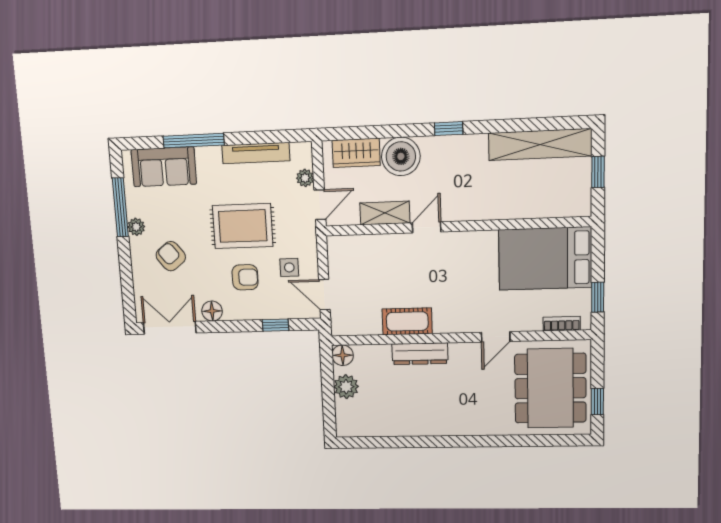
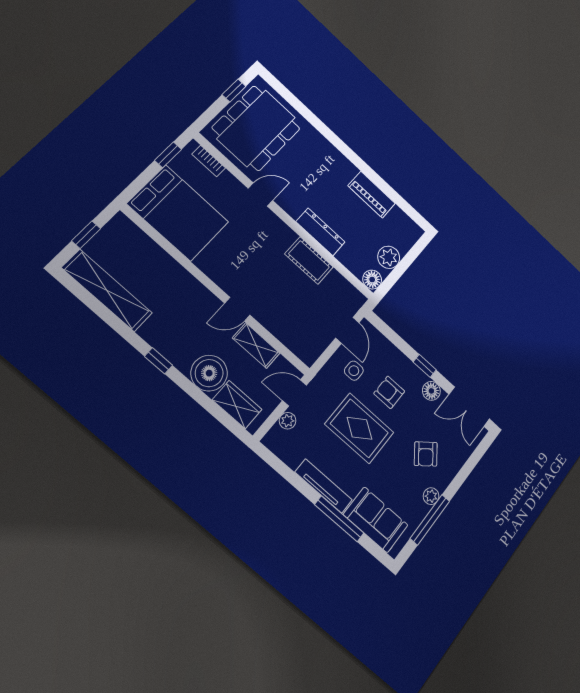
tv unit: (256, 153) -> (324, 486), moved
window: (275, 325) -> (425, 366), moved
piano: (408, 425) -> (372, 195), added

